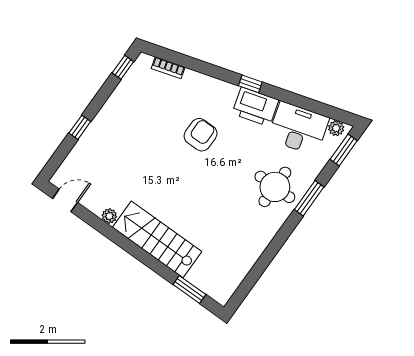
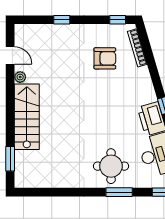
bookcase: (168, 68) -> (137, 48), width x1.56
armchair: (201, 135) -> (105, 58), moved
door: (65, 200) -> (10, 55), moved

